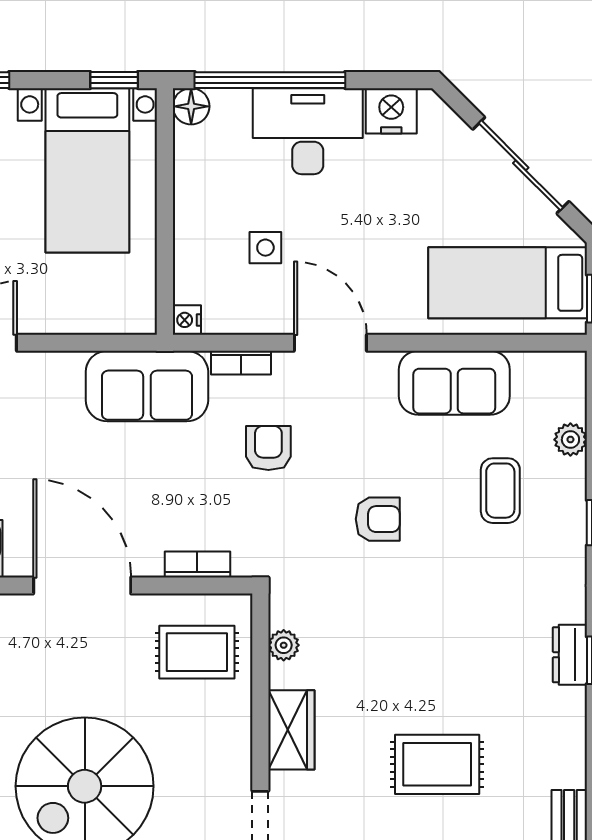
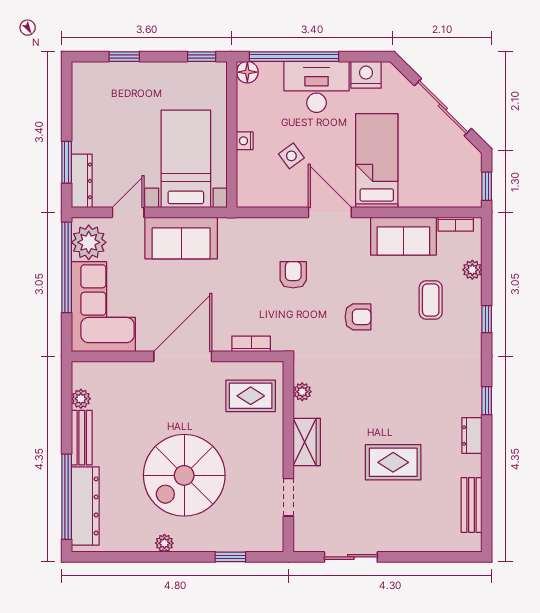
bed with nightstands: (87, 170) -> (186, 159), moved, turned 180
side table: (265, 248) -> (291, 156), turned -36
bed: (508, 283) -> (377, 161), moved, turned 90
nightstand: (187, 320) -> (245, 141), moved
bookcase: (241, 363) -> (456, 224), moved
sofa: (147, 386) -> (181, 238), moved
door: (82, 586) -> (183, 356), hinge flipped
dresser: (570, 655) -> (472, 436), moved

